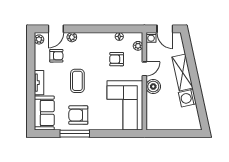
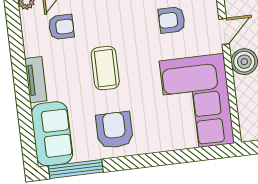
armchair: (78, 115) -> (114, 130), turned 90
window: (75, 134) -> (76, 169), moved

